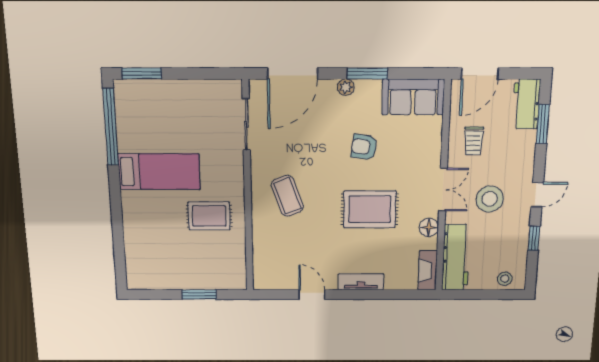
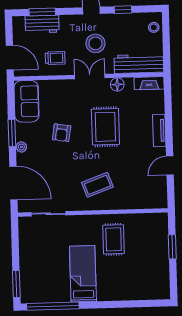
workbench: (526, 104) -> (42, 24), moved

